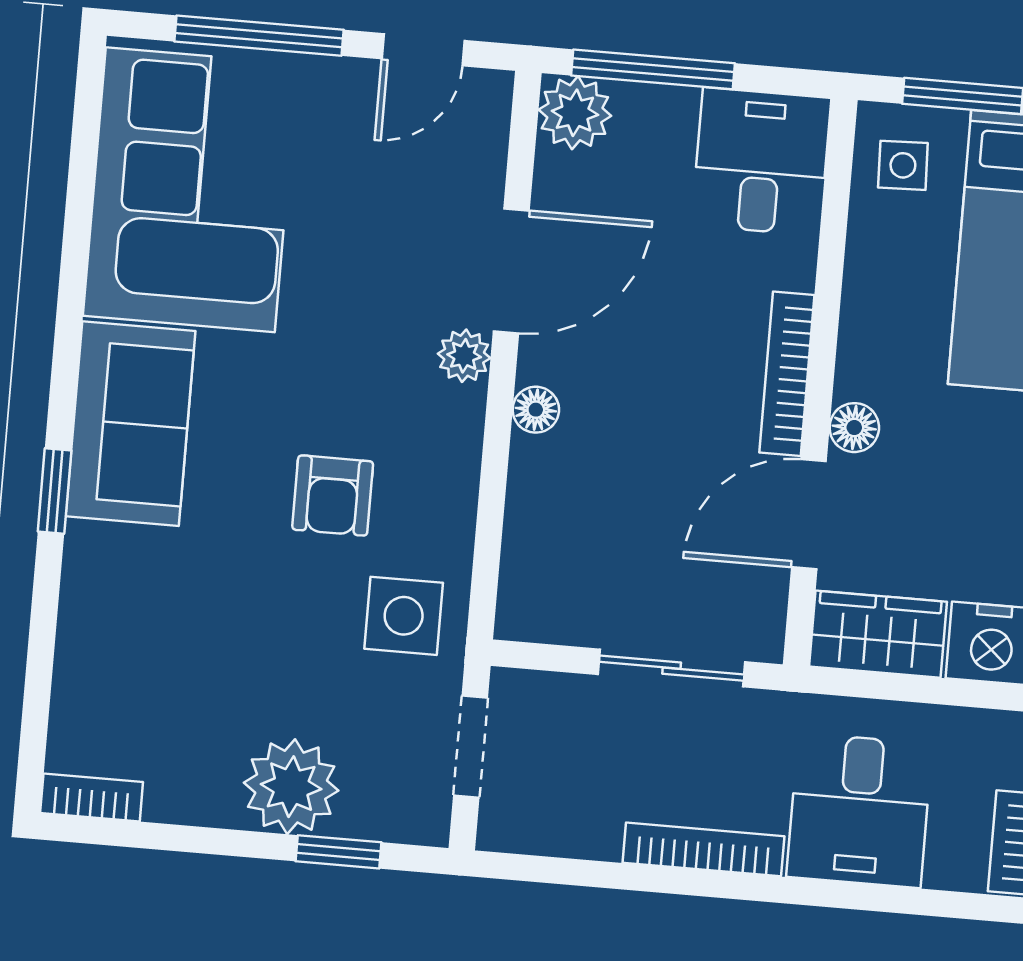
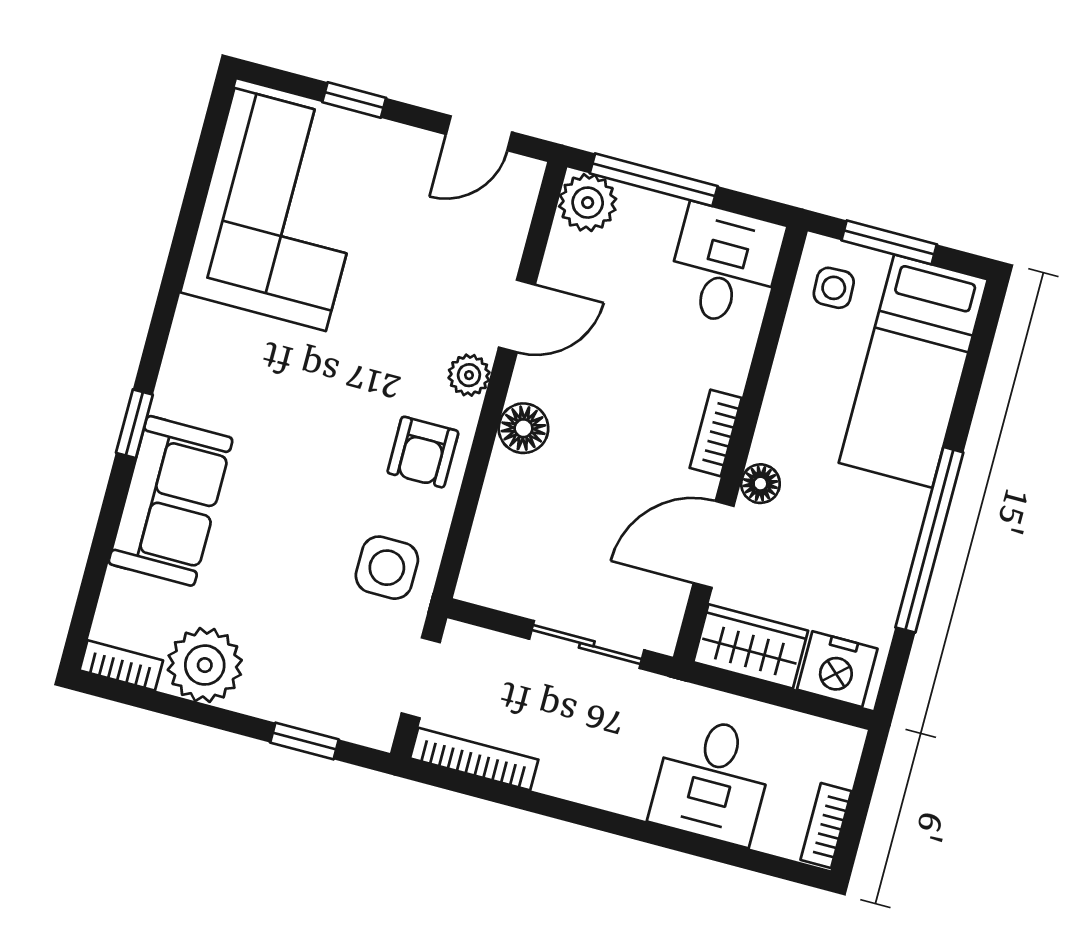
window: (259, 36) -> (354, 100), width x0.46
door: (511, 271) -> (517, 316), width x0.73
bookcase: (787, 374) -> (716, 433), width x0.64
floor lamp: (536, 410) -> (523, 428), width x1.37, depth x1.37
sofa: (130, 424) -> (171, 501), moved
armchair: (333, 496) -> (423, 452), moved
plant: (291, 787) -> (205, 665), moved
bookcase: (704, 849) -> (474, 759), moved

